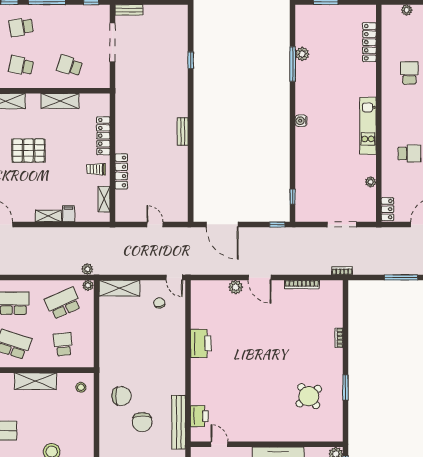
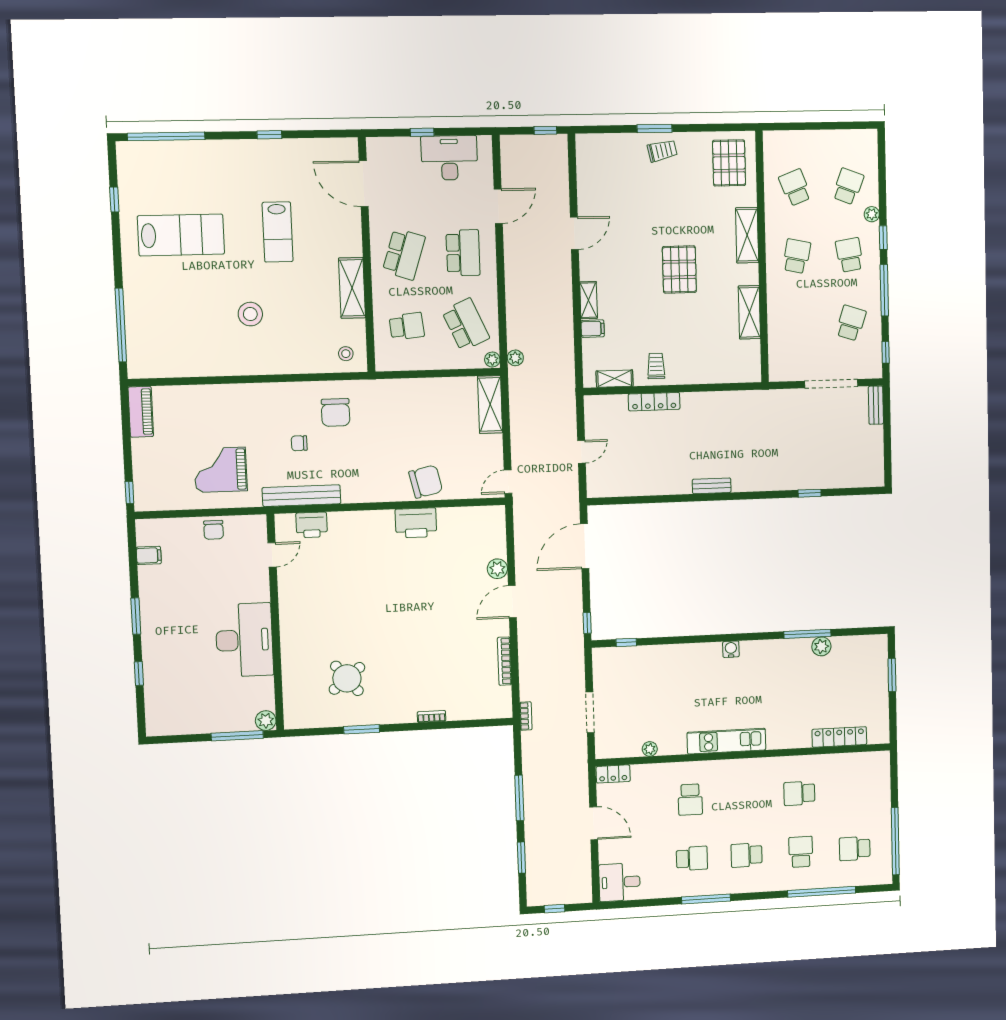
plant: (407, 10) -> (883, 785), removed
school desk: (70, 66) -> (851, 323), moved
school desk: (409, 73) -> (799, 793), turned 180
locker: (103, 136) -> (703, 375), removed
chair: (159, 303) -> (426, 482), moved, width x1.87, depth x1.87
chair: (142, 422) -> (299, 443), width x0.54, depth x0.54

